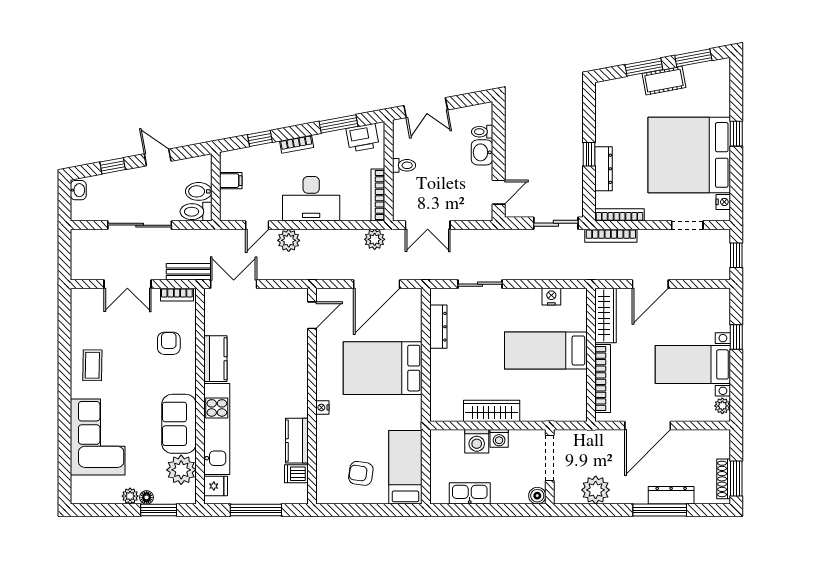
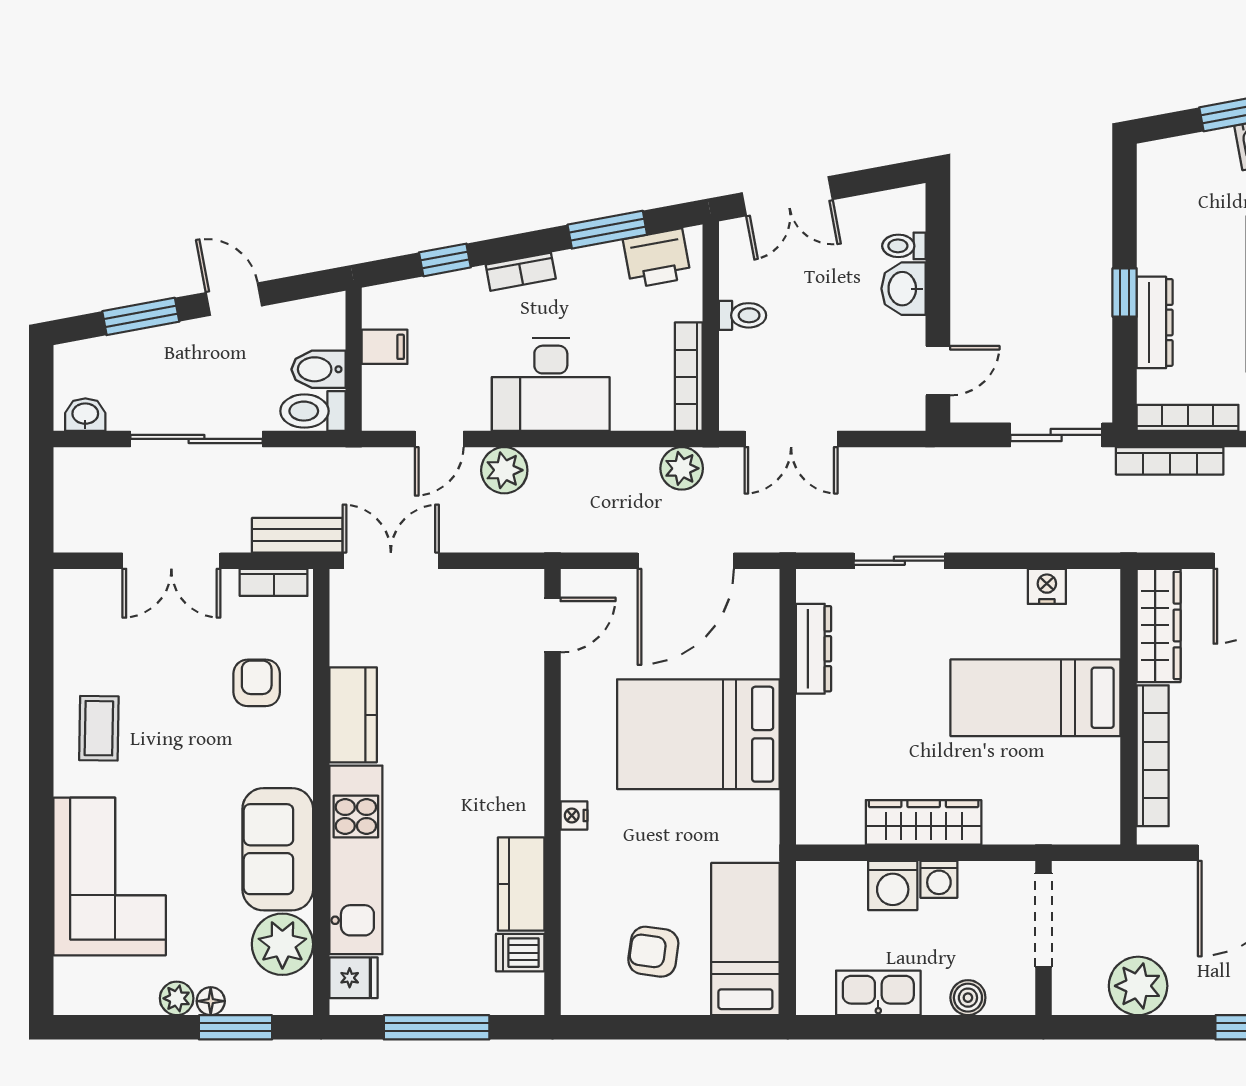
window: (113, 166) -> (141, 316), width x1.50
washbasin: (78, 190) -> (85, 415), moved, turned -90
boiler: (537, 496) -> (968, 998), moved

